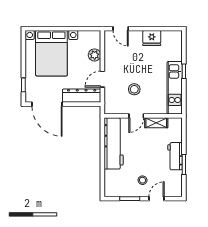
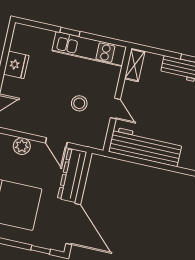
door: (47, 104) -> (73, 224), hinge flipped
shelving: (156, 123) -> (135, 65), moved

